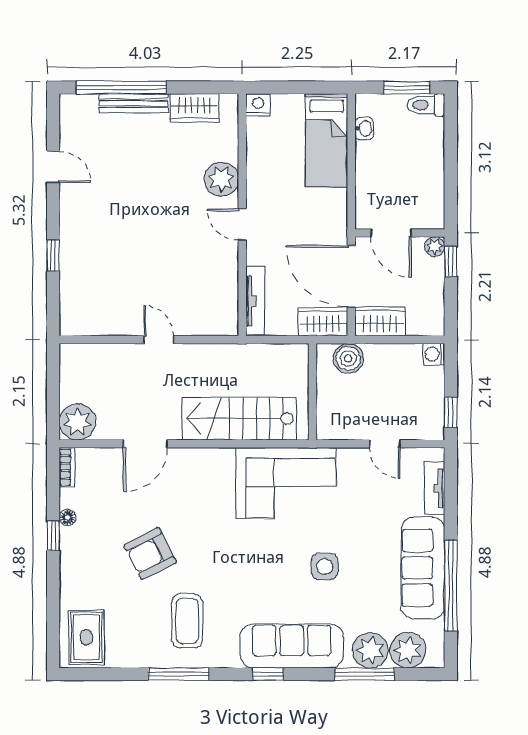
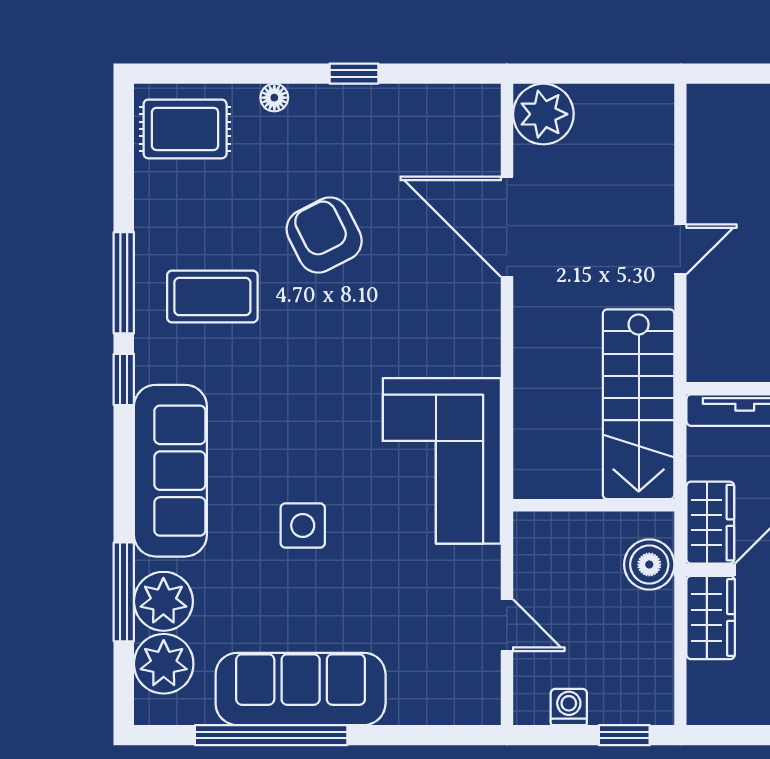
washing machine: (434, 354) -> (569, 707), moved
window: (451, 412) -> (624, 735), moved
stairs: (239, 419) -> (639, 404), moved, turned 180
door: (145, 444) -> (507, 227), width x1.36
door: (385, 444) -> (507, 625), swing flipped
bookcase: (67, 467) -> (468, 97), removed
tv unit: (435, 488) -> (433, 708), removed
floor lamp: (68, 518) -> (274, 98), moved
window: (268, 674) -> (124, 380), moved

